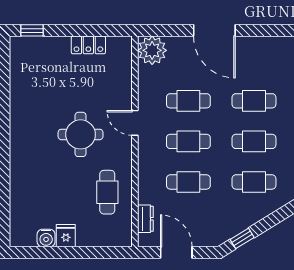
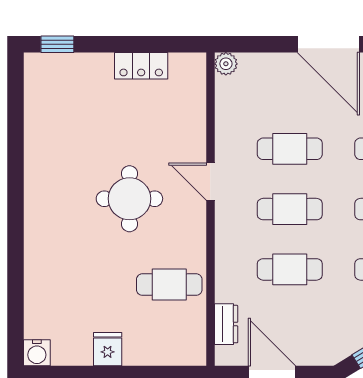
plant: (152, 50) -> (226, 64), width x0.53, depth x0.53
cafe table: (107, 192) -> (169, 285), turned 90
water cooler: (46, 238) -> (37, 353), moved

